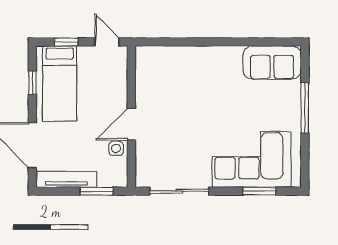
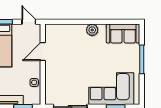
plant: (218, 56) -> (92, 30), added
door: (131, 124) -> (43, 51), moved

